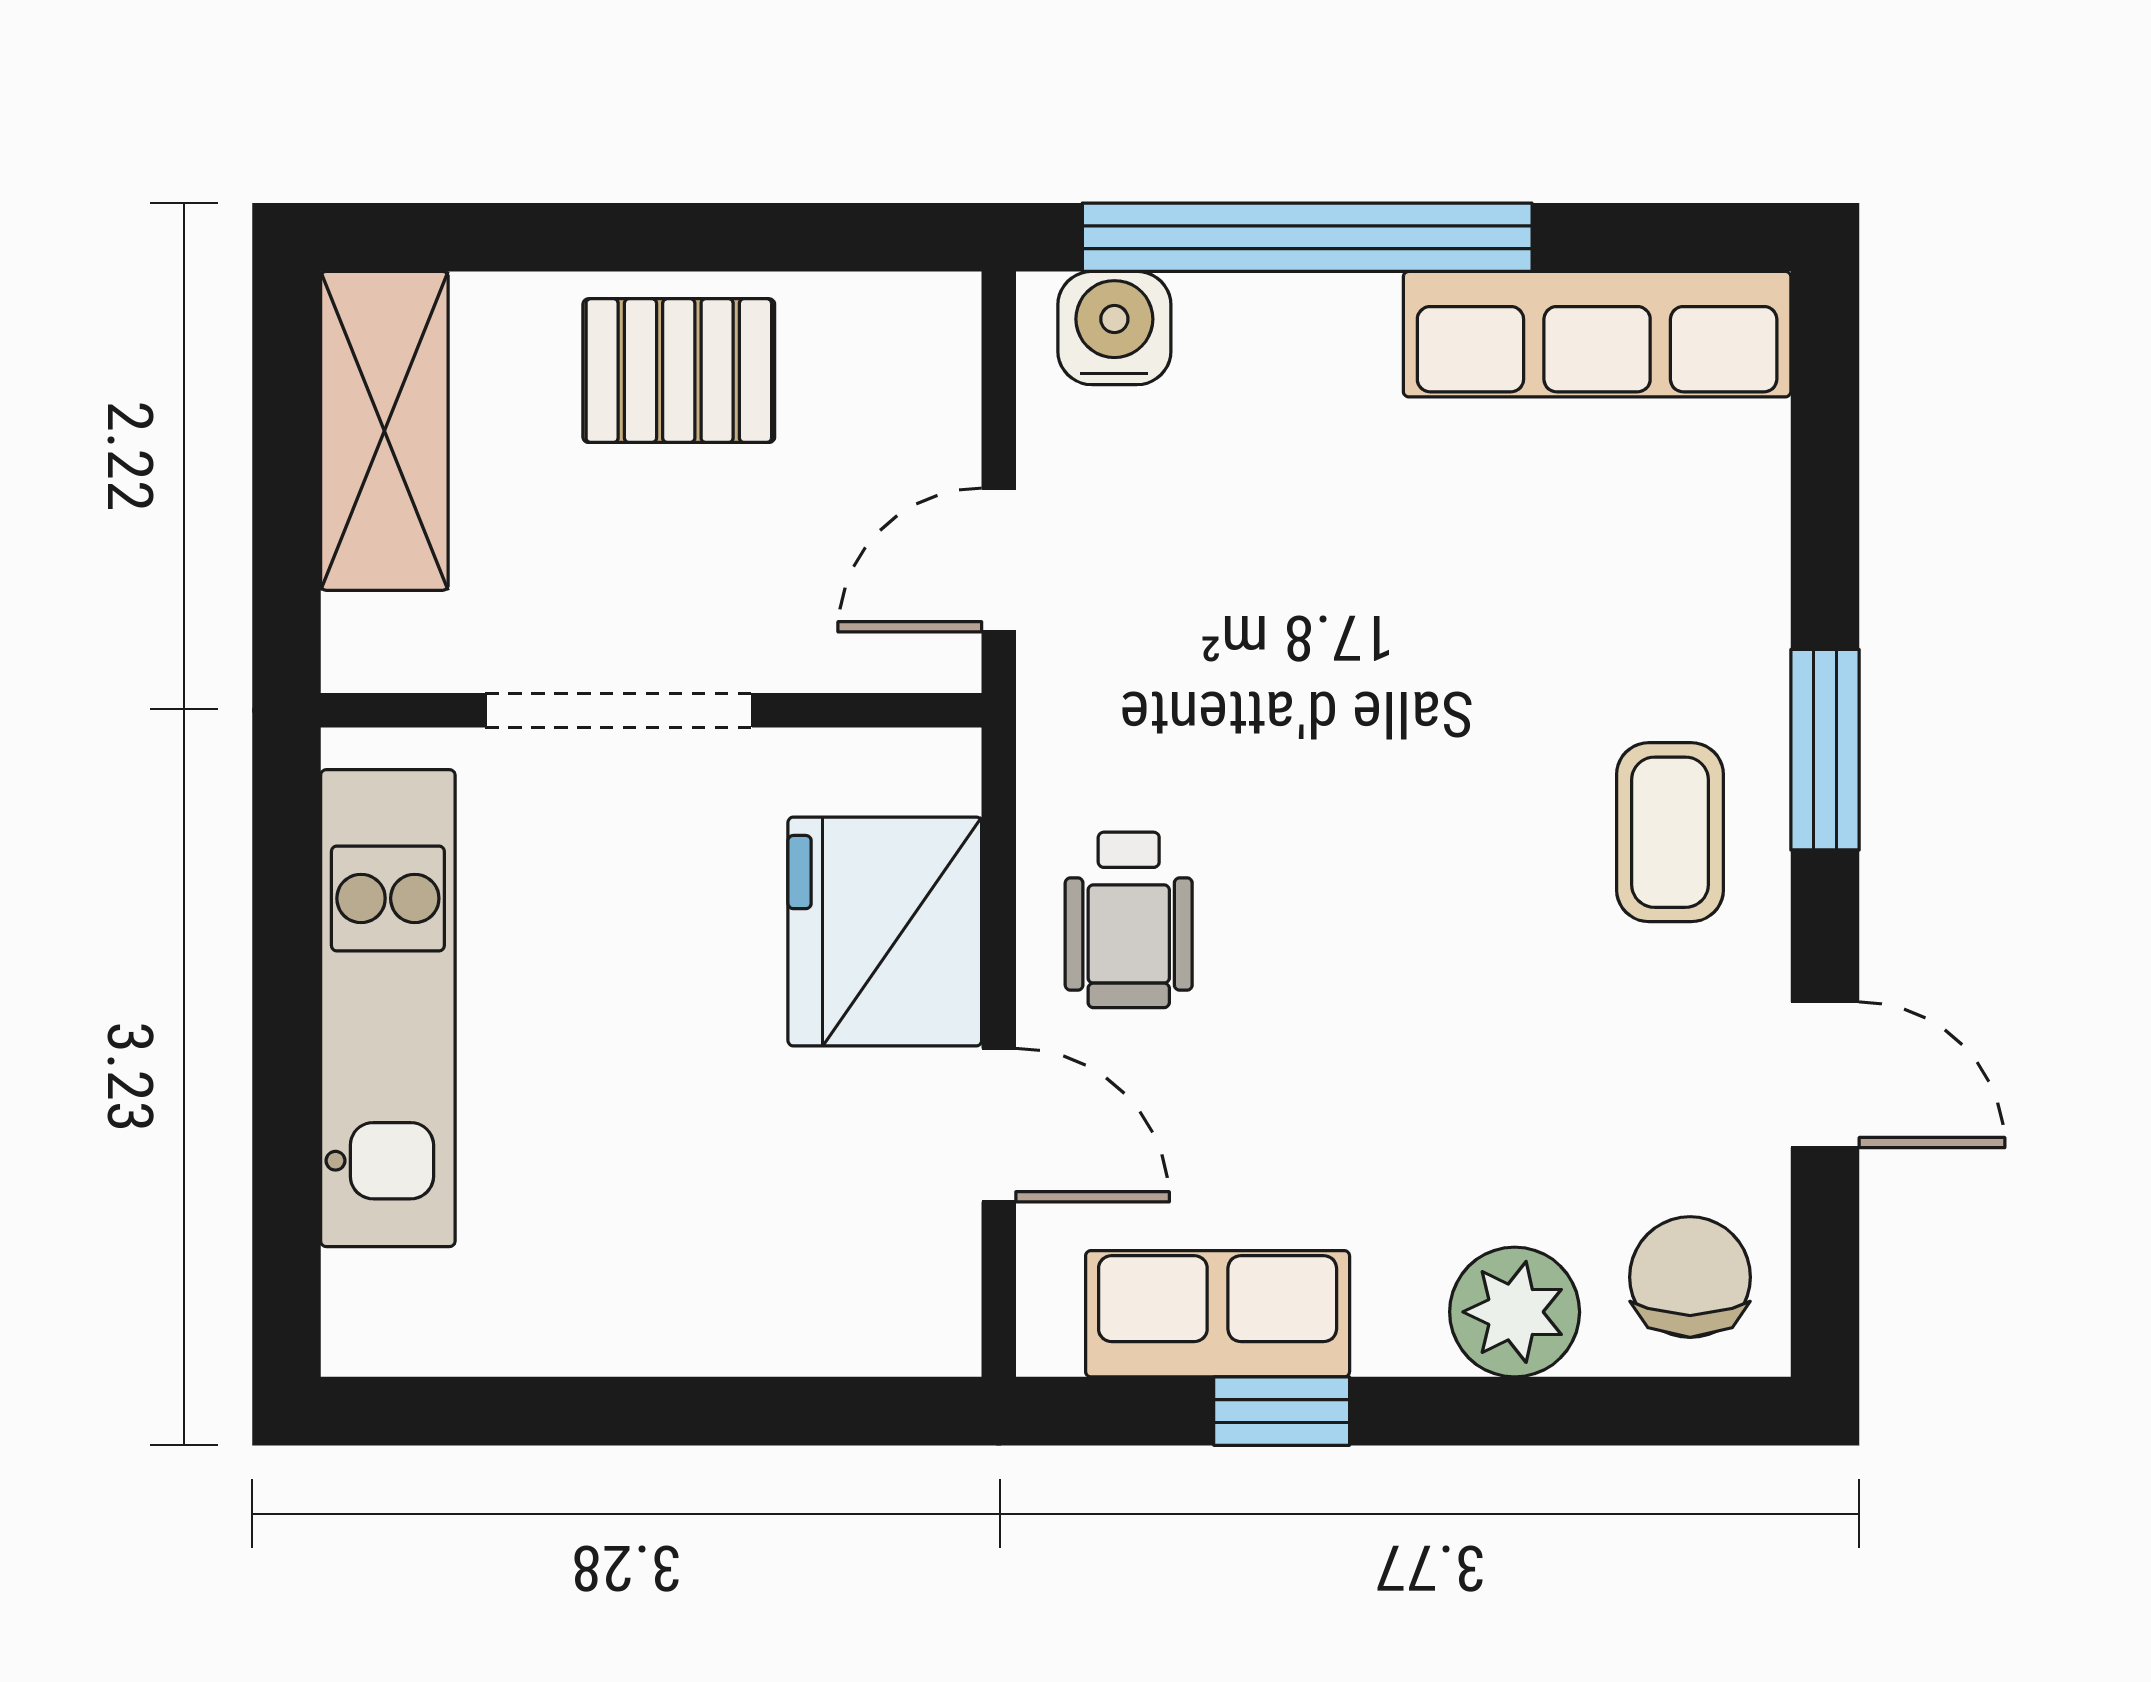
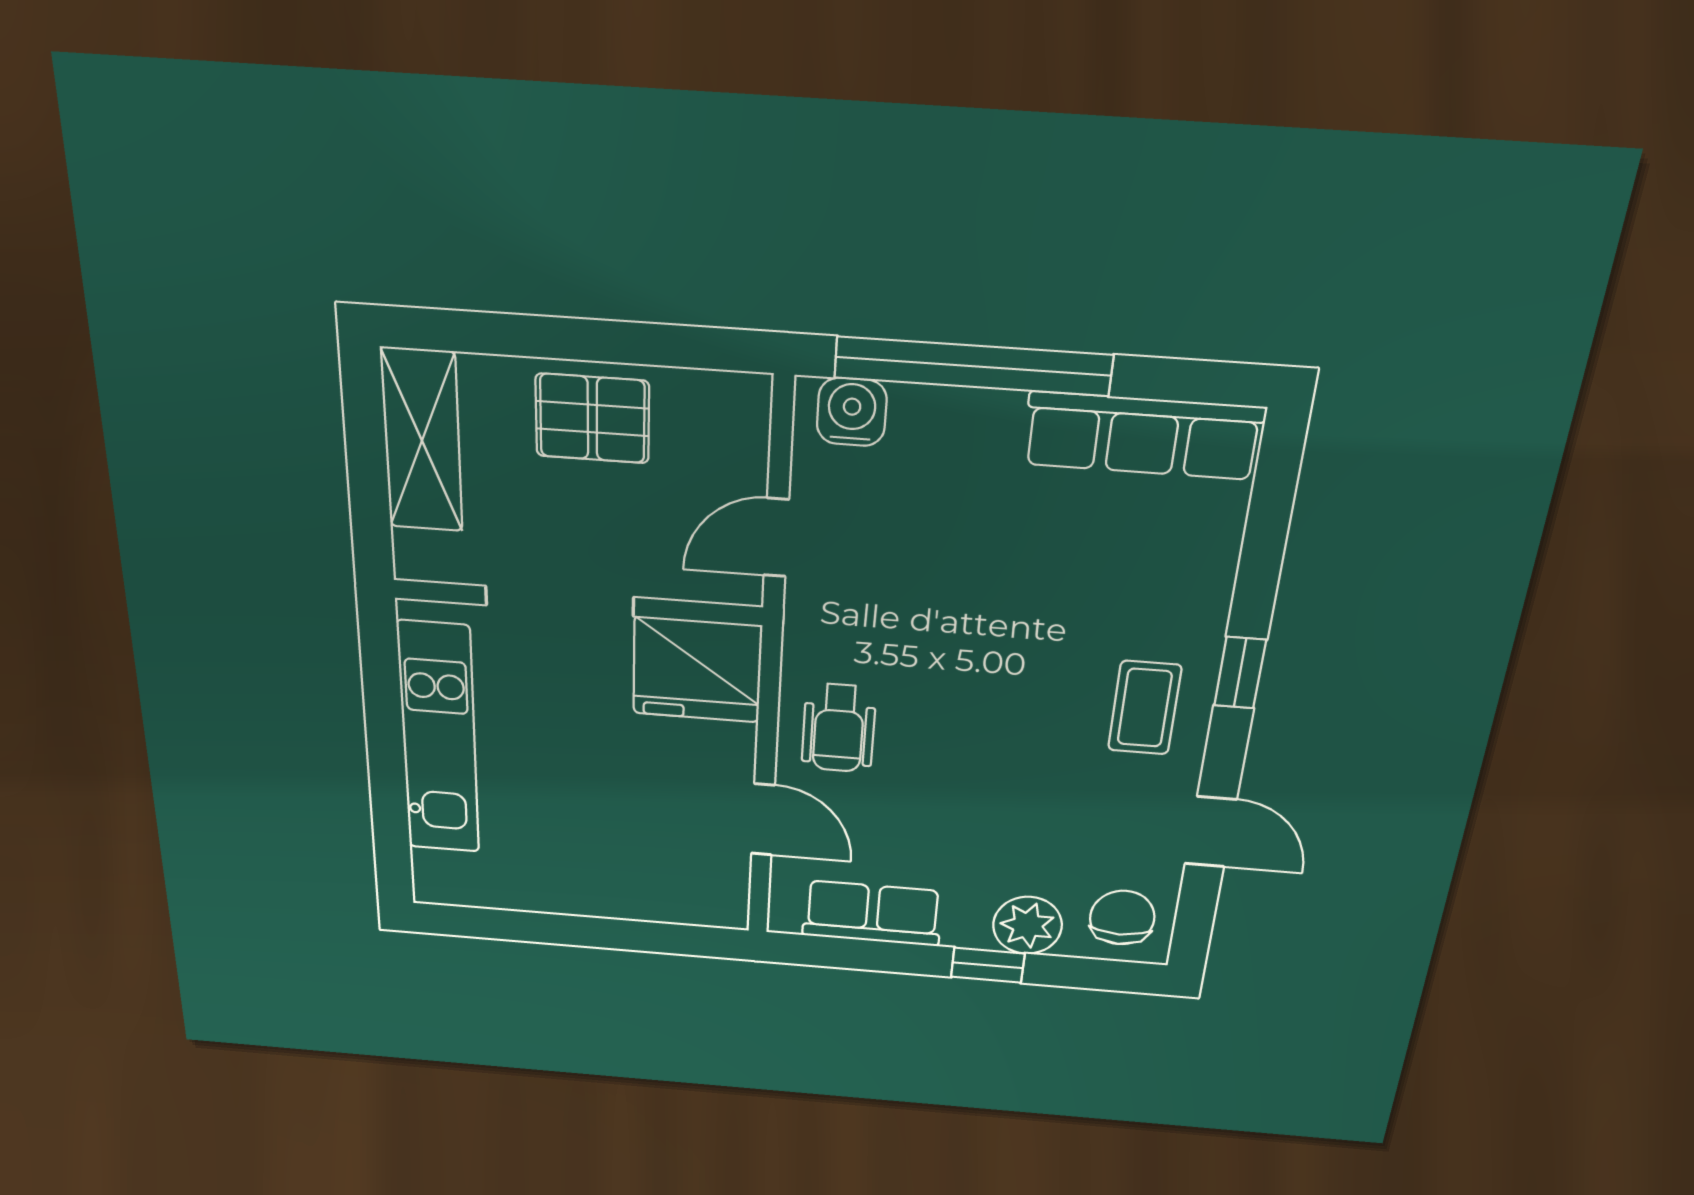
window: (1825, 750) -> (1240, 673), width x0.67
fridge: (885, 932) -> (697, 670), moved, turned -90
window: (1282, 1411) -> (988, 965), moved

